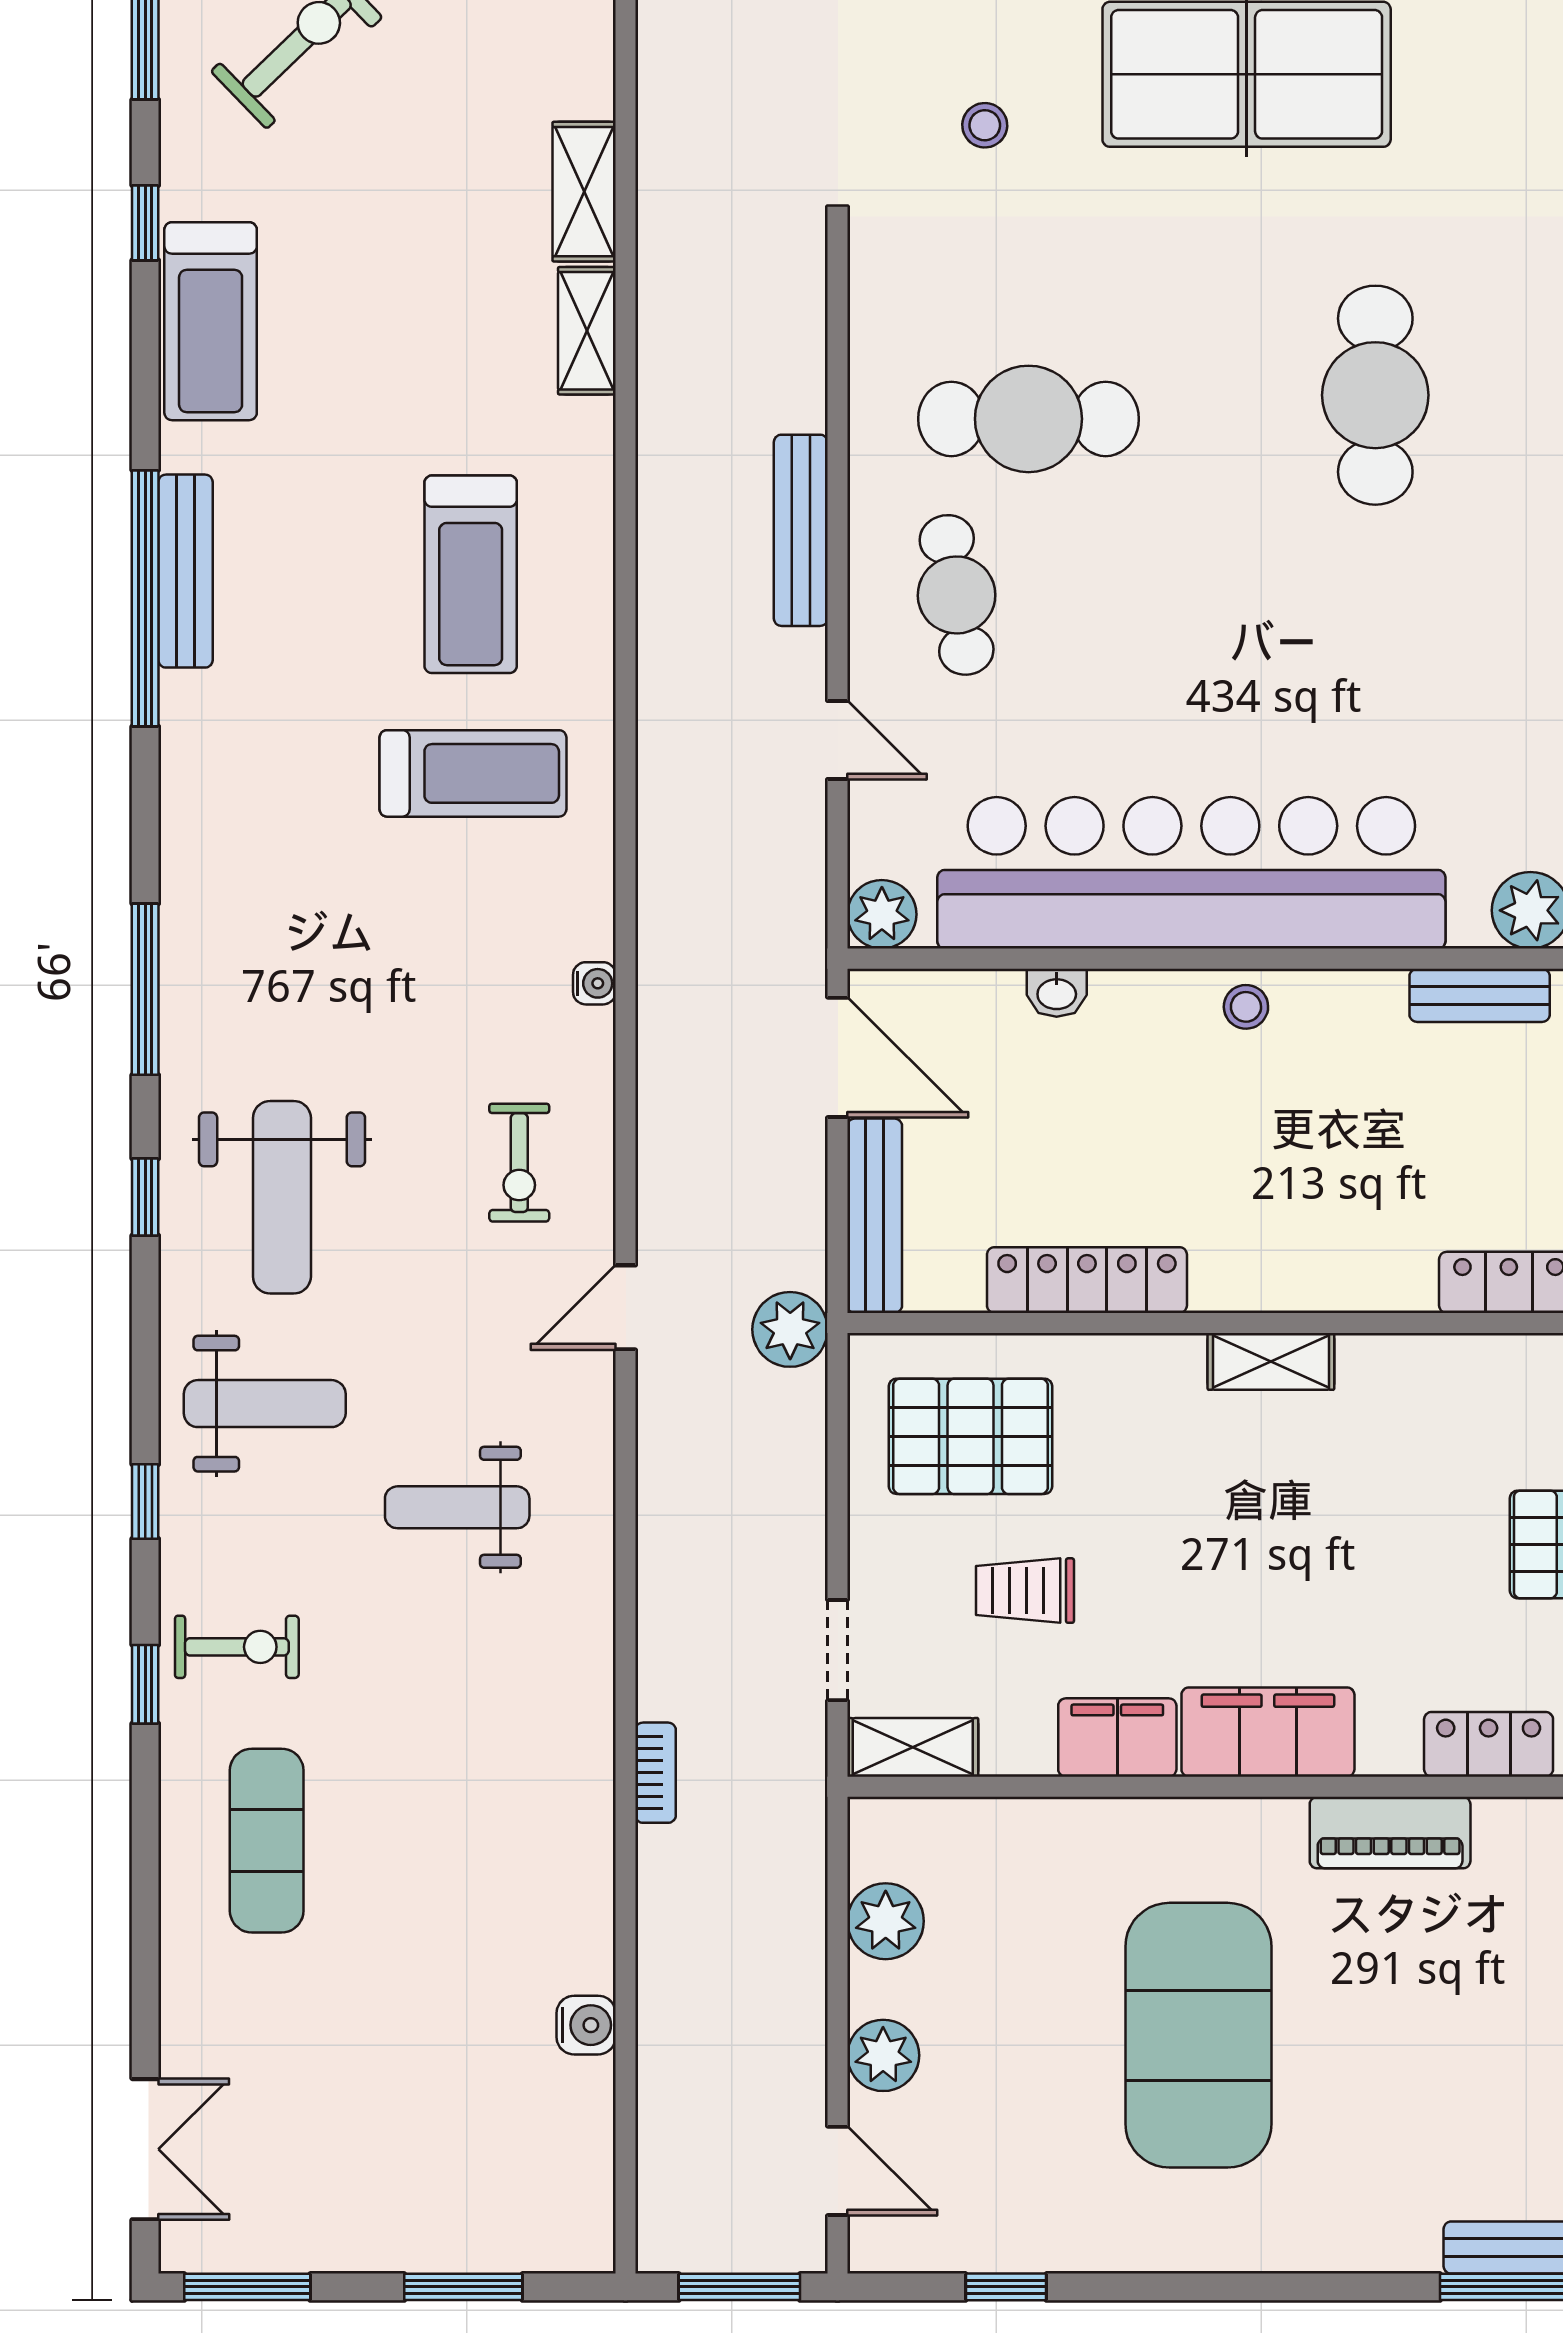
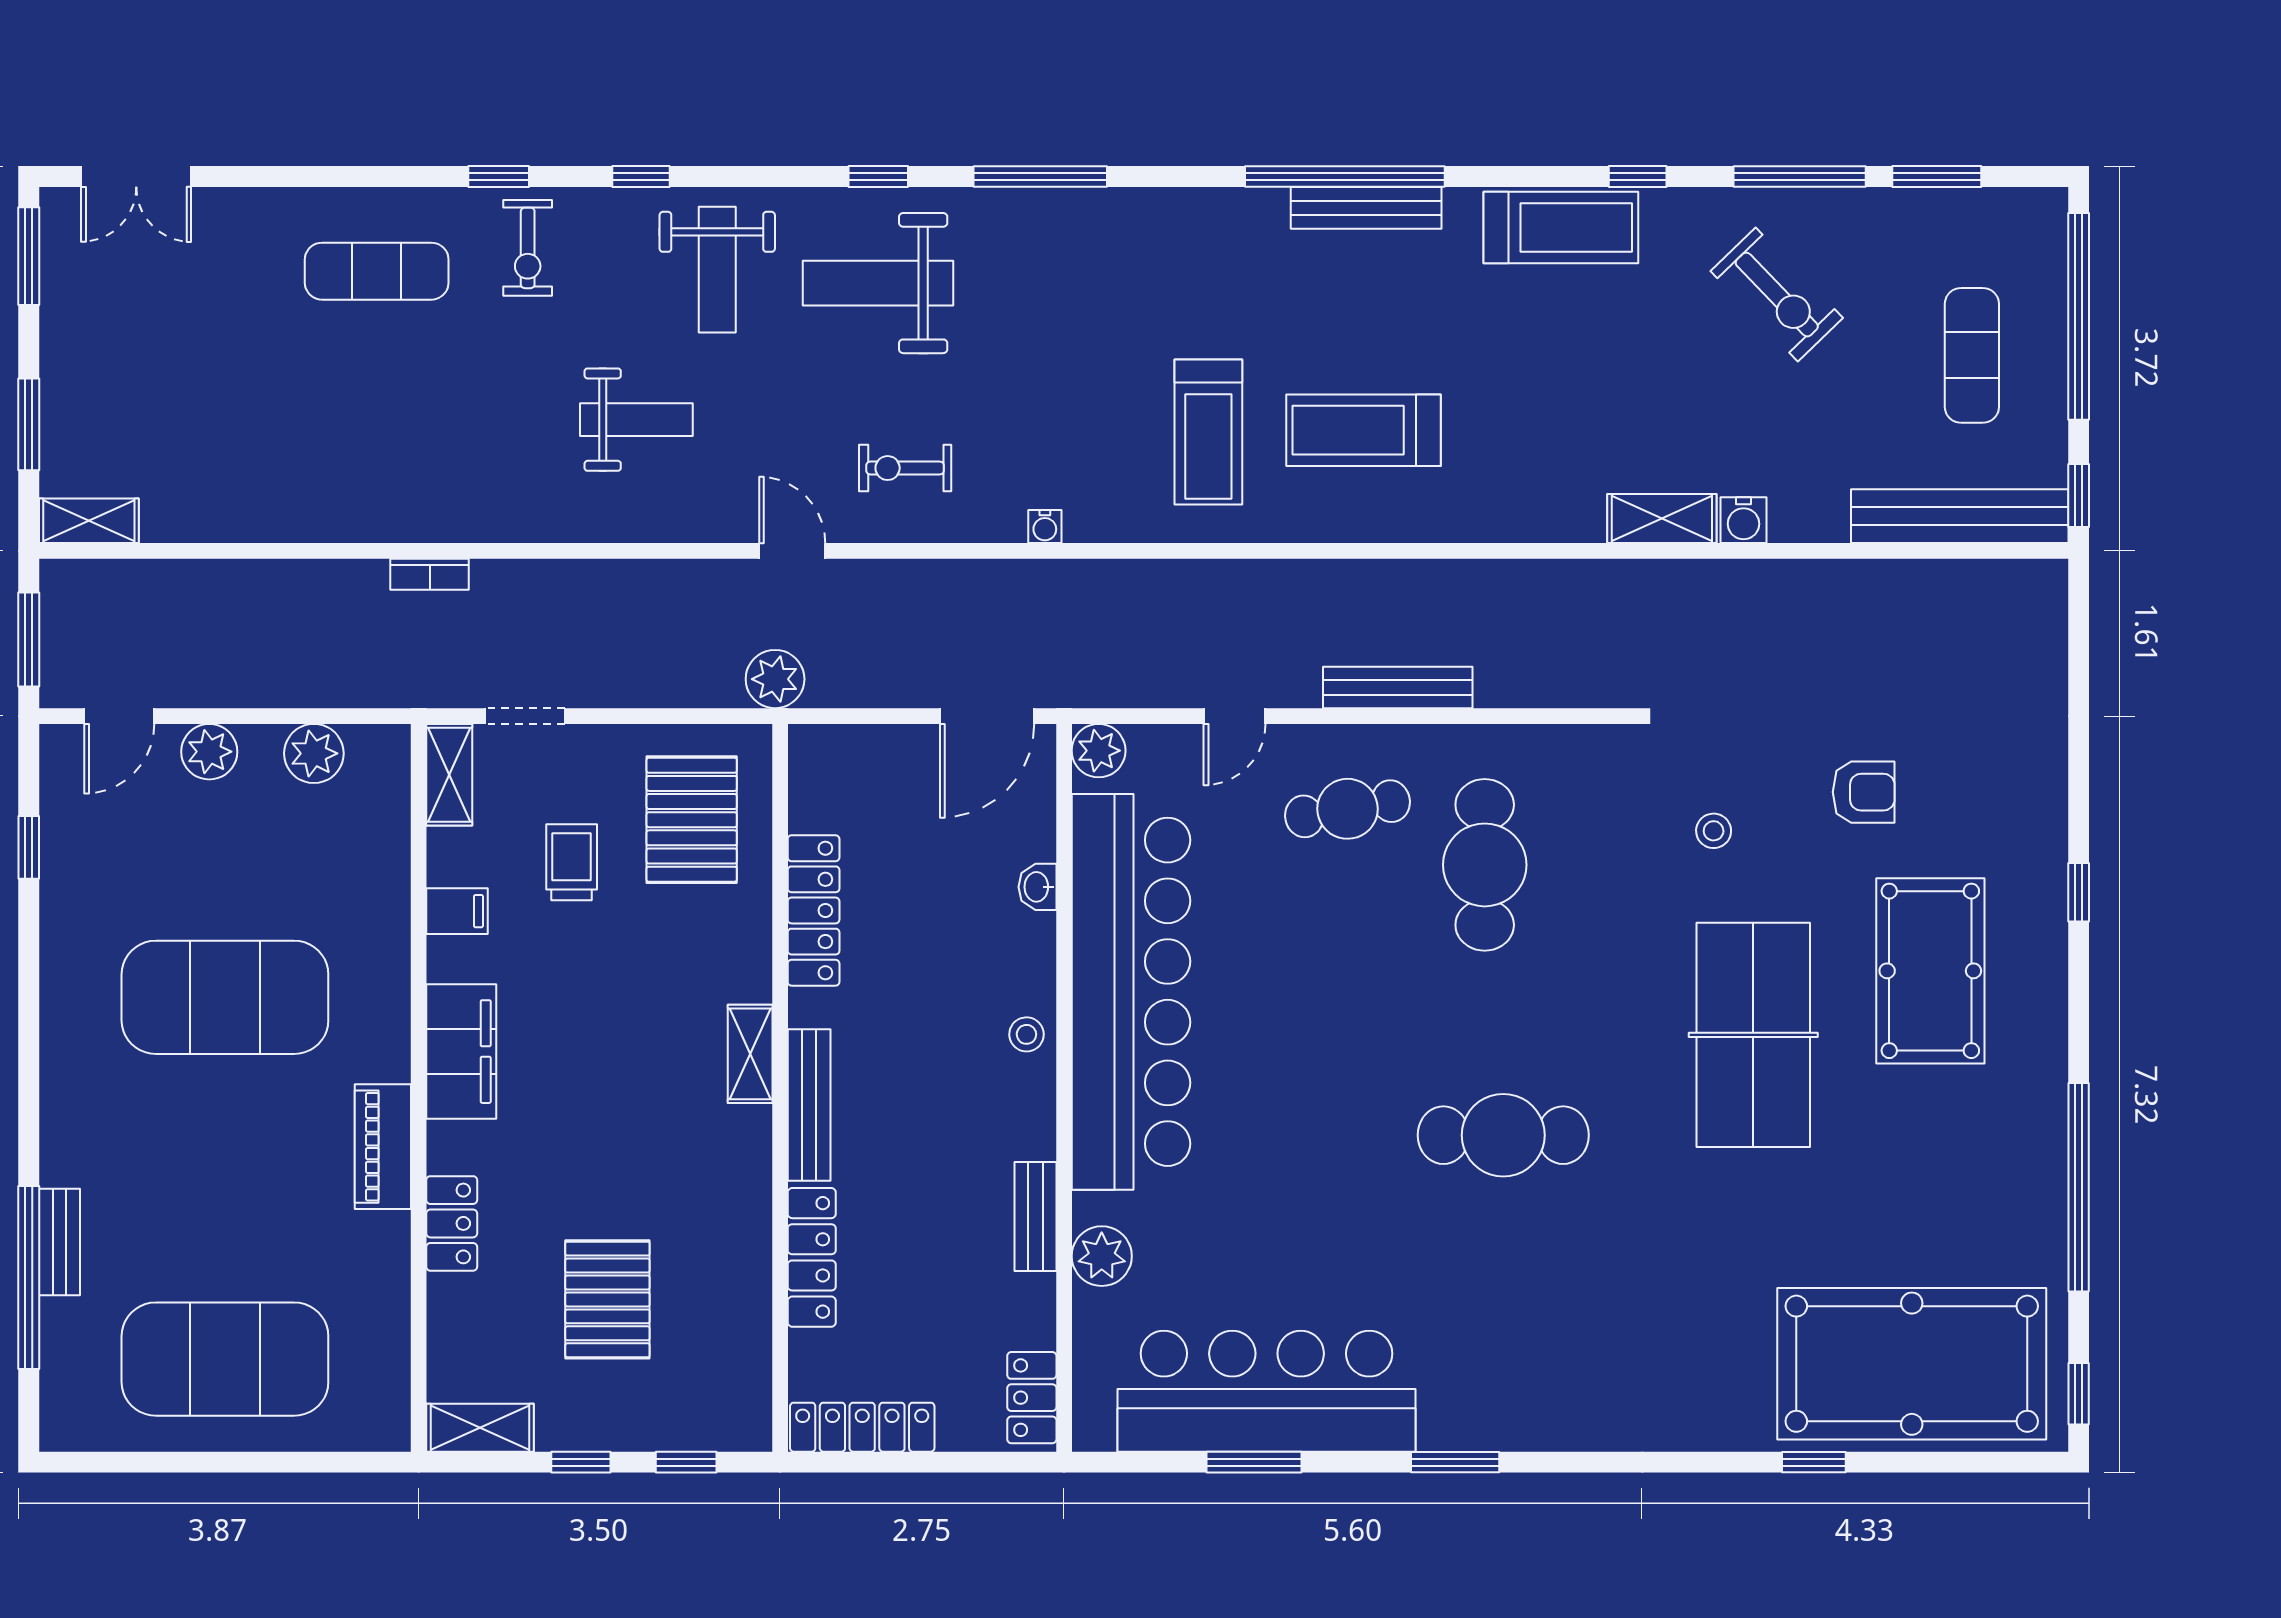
treadmill: (211, 321) -> (1561, 227), turned 180
shelving: (587, 331) -> (89, 521), moved
bench: (875, 1216) -> (809, 1105), moved, turned 90
weight bench: (457, 1507) -> (636, 420), turned 90
filing cabinet: (1117, 1738) -> (457, 911), width x0.50
water cooler: (586, 2025) -> (1744, 520), moved

